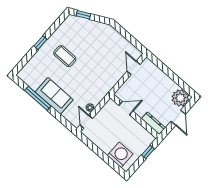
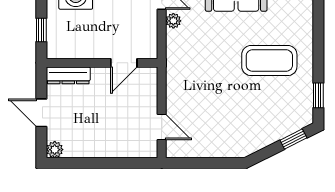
window: (40, 43) -> (318, 95), moved
coffee table: (65, 56) -> (269, 61), width x1.36, depth x1.32
plant: (180, 98) -> (55, 150), width x0.53, depth x0.53

